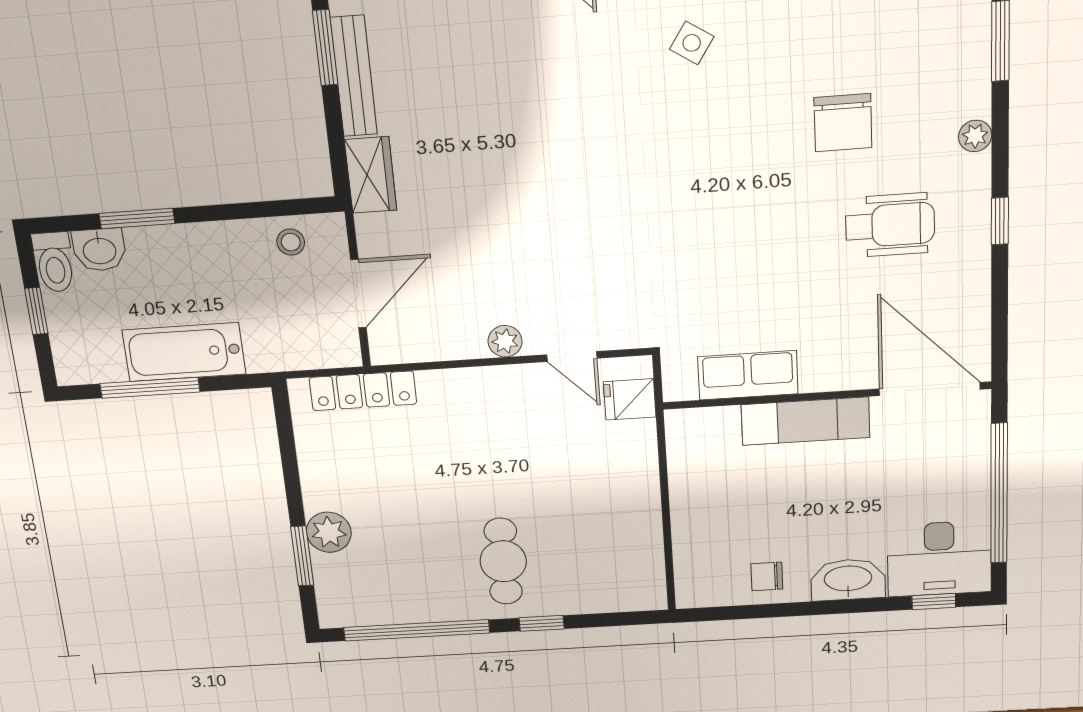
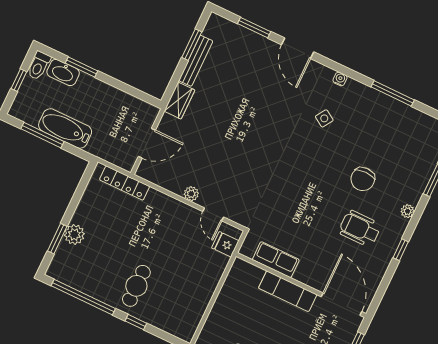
wheelchair: (890, 225) -> (360, 229), turned 180
stool: (291, 242) -> (134, 109), removed
washbasin: (99, 250) -> (63, 73), width x1.38

